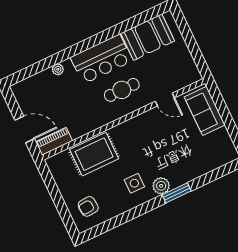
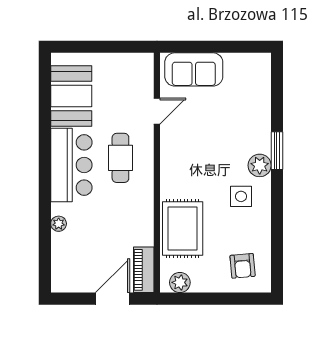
plant: (57, 170) -> (180, 282), added

